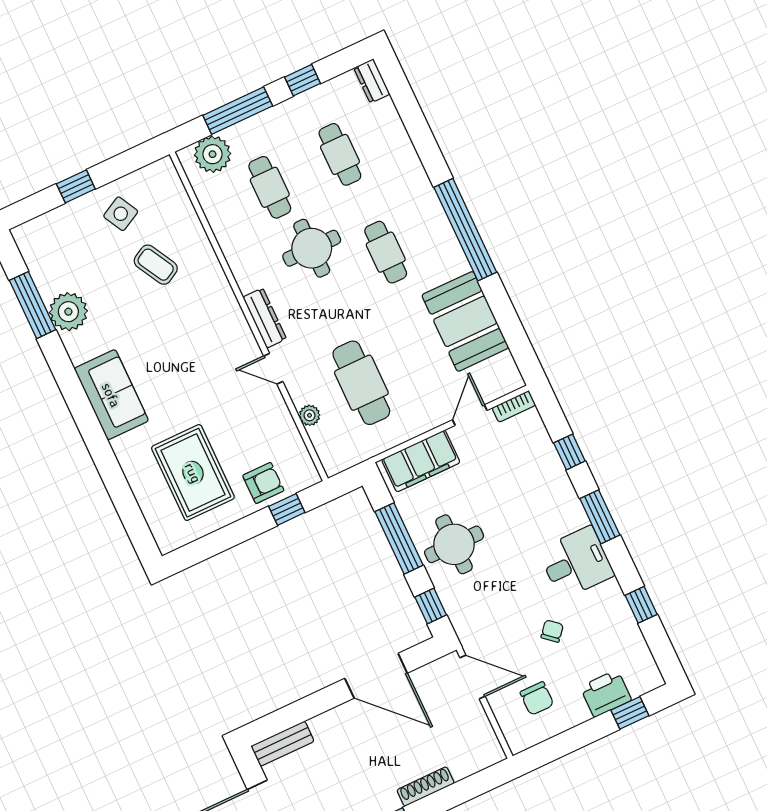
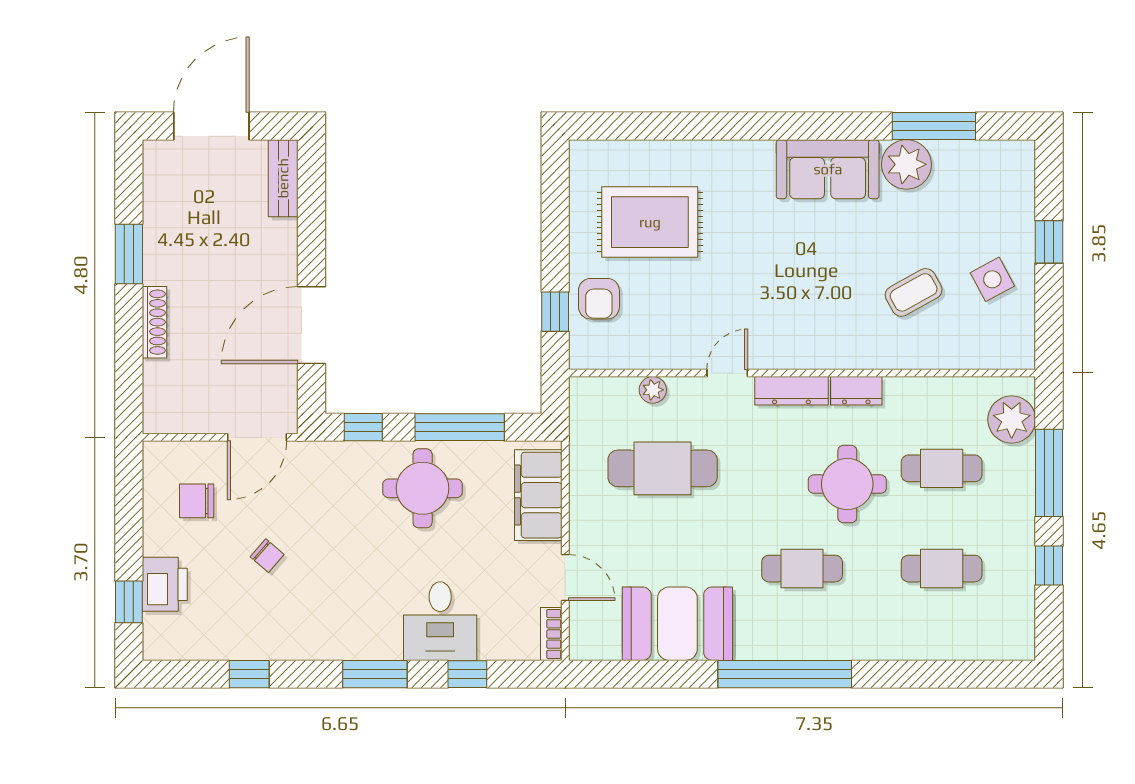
dresser: (372, 81) -> (856, 391), moved, turned 180
sofa: (111, 395) -> (828, 169), moved
desk: (576, 563) -> (440, 621), moved

